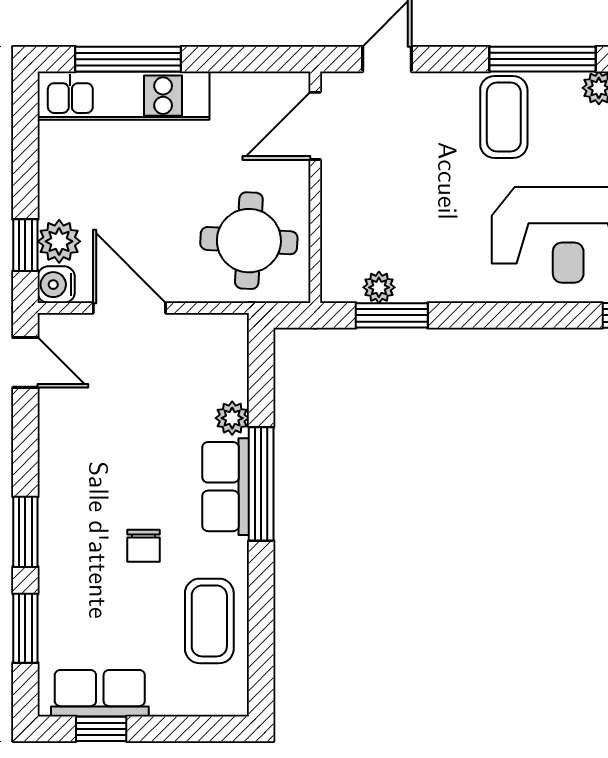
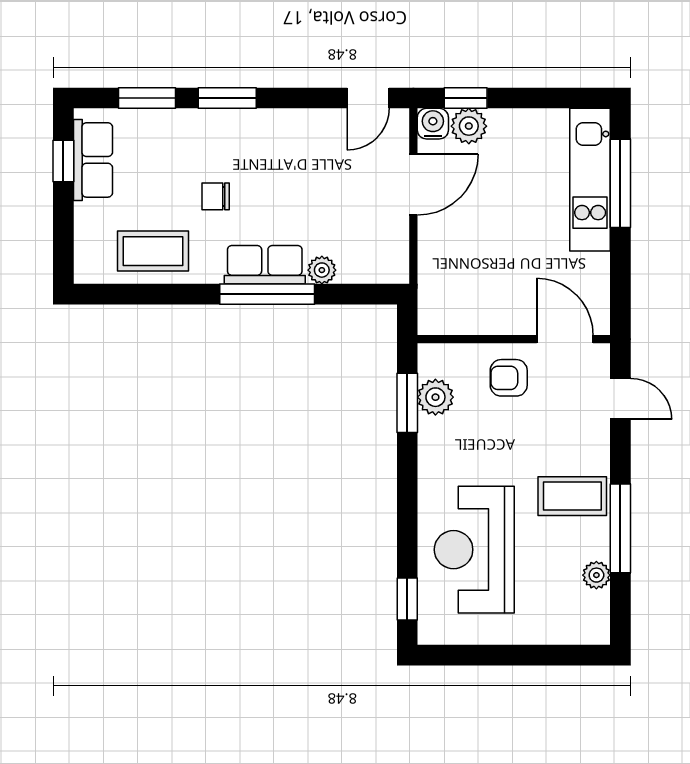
armchair: (362, 193) -> (509, 378), added
round table: (249, 241) -> (469, 284), removed
plant: (379, 287) -> (435, 397), width x1.38, depth x1.38

